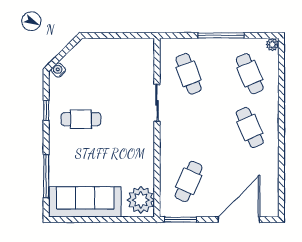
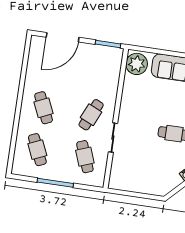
plant: (272, 45) -> (16, 170), removed
cafe table: (189, 181) -> (91, 115), moved

